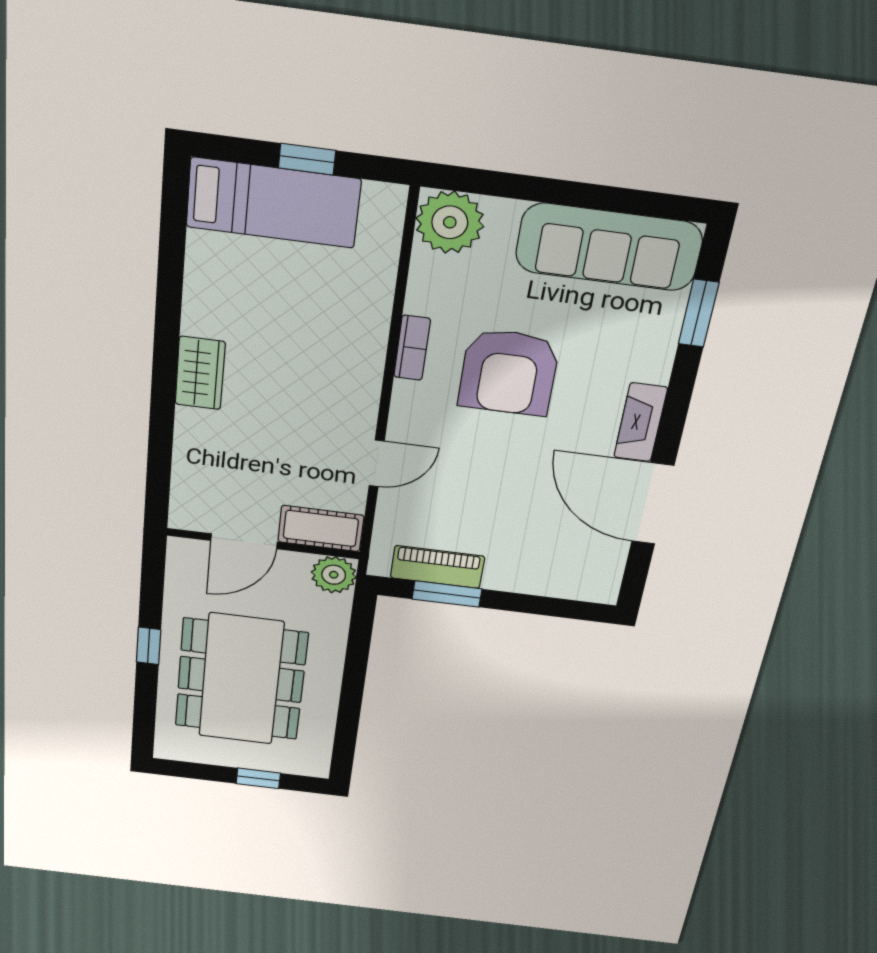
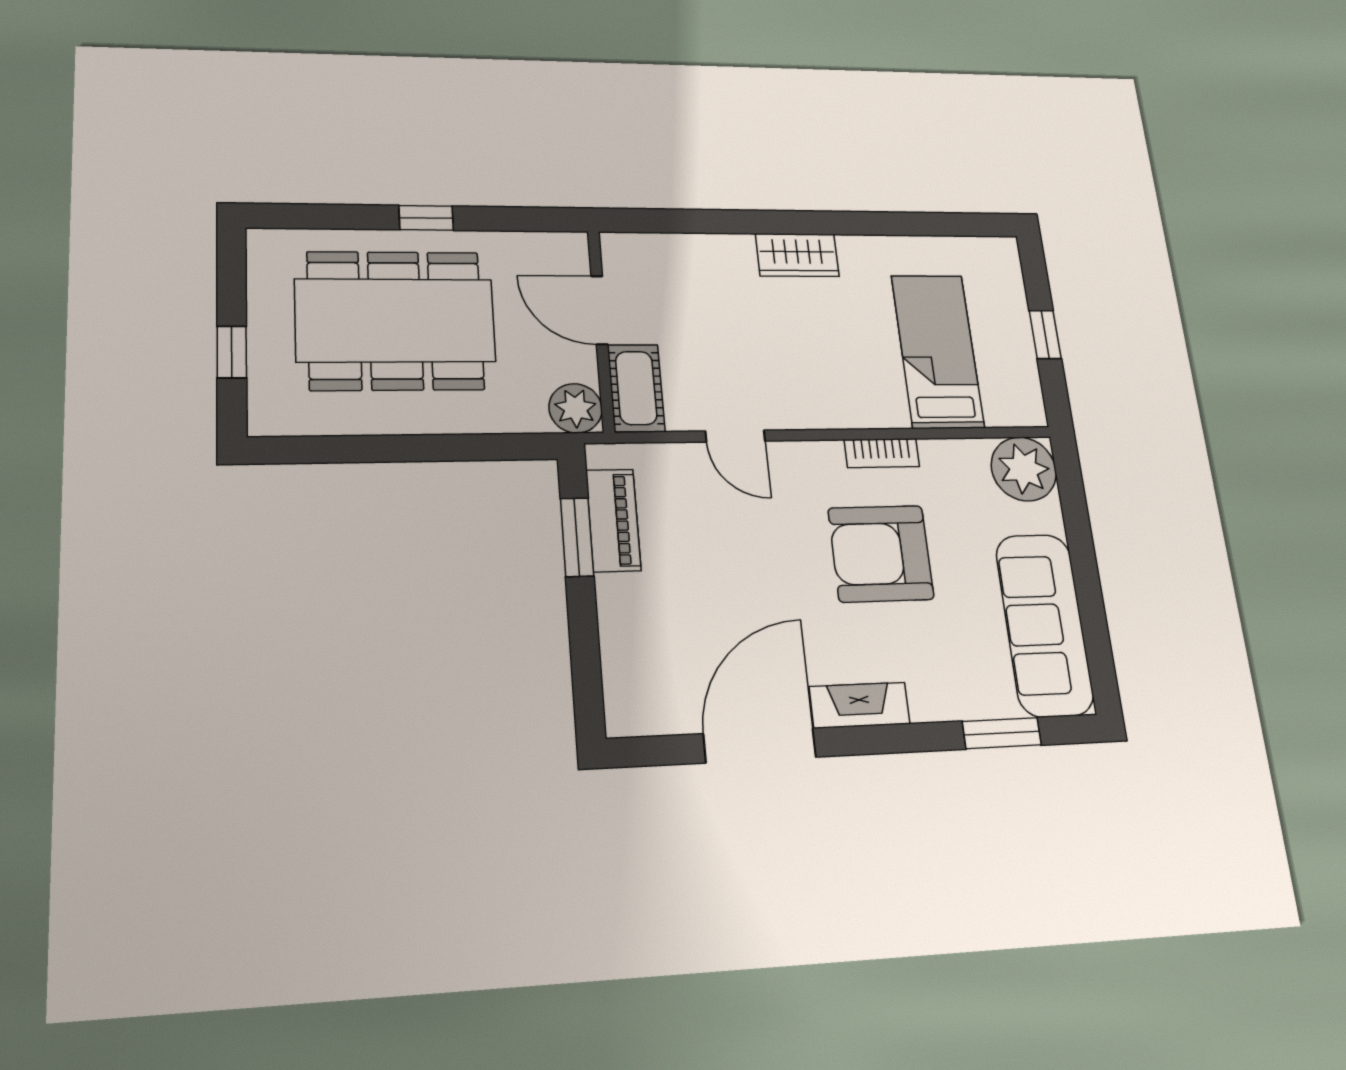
bed: (273, 203) -> (937, 351), moved, turned 180

